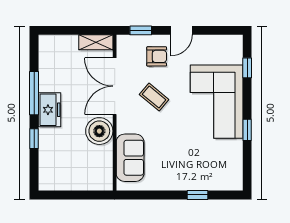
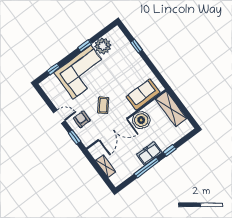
shelving: (96, 42) -> (106, 166), moved
plant: (230, 153) -> (103, 46), added
shelving: (85, 180) -> (171, 109), added

